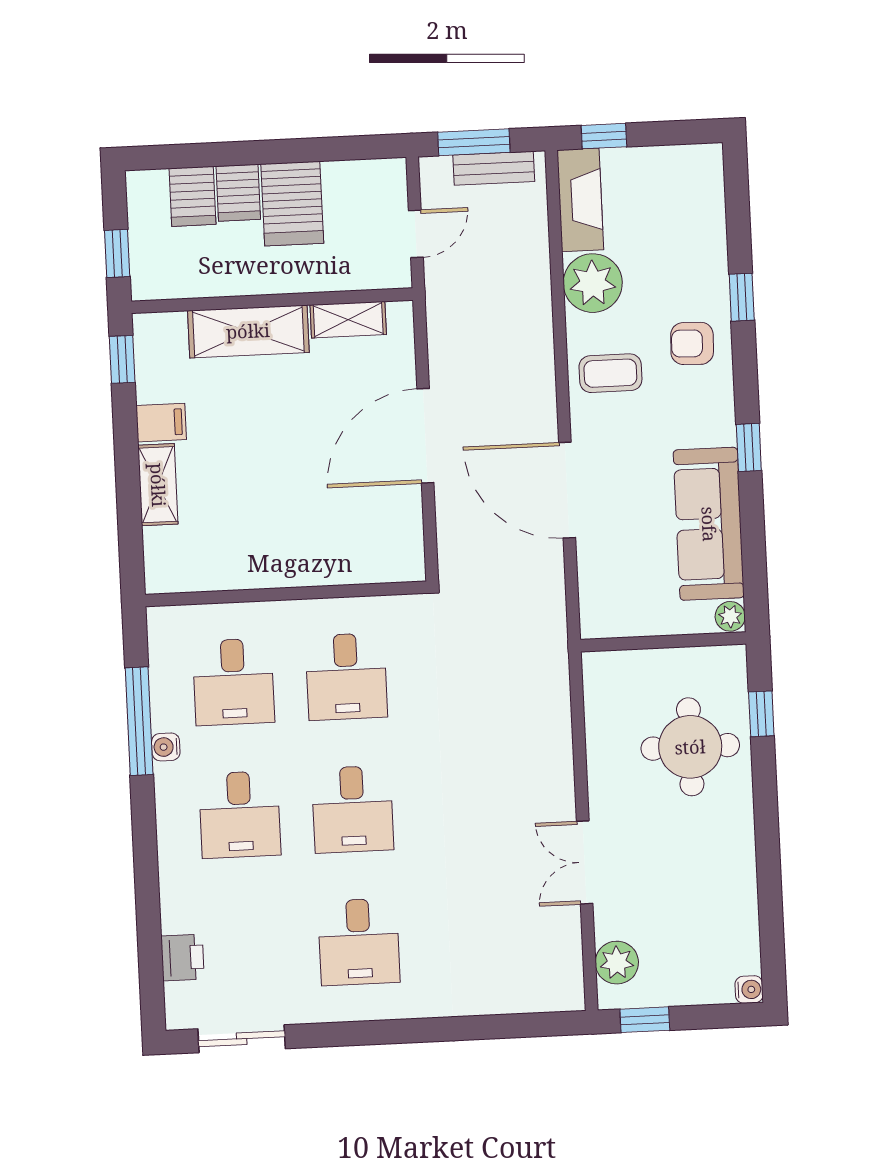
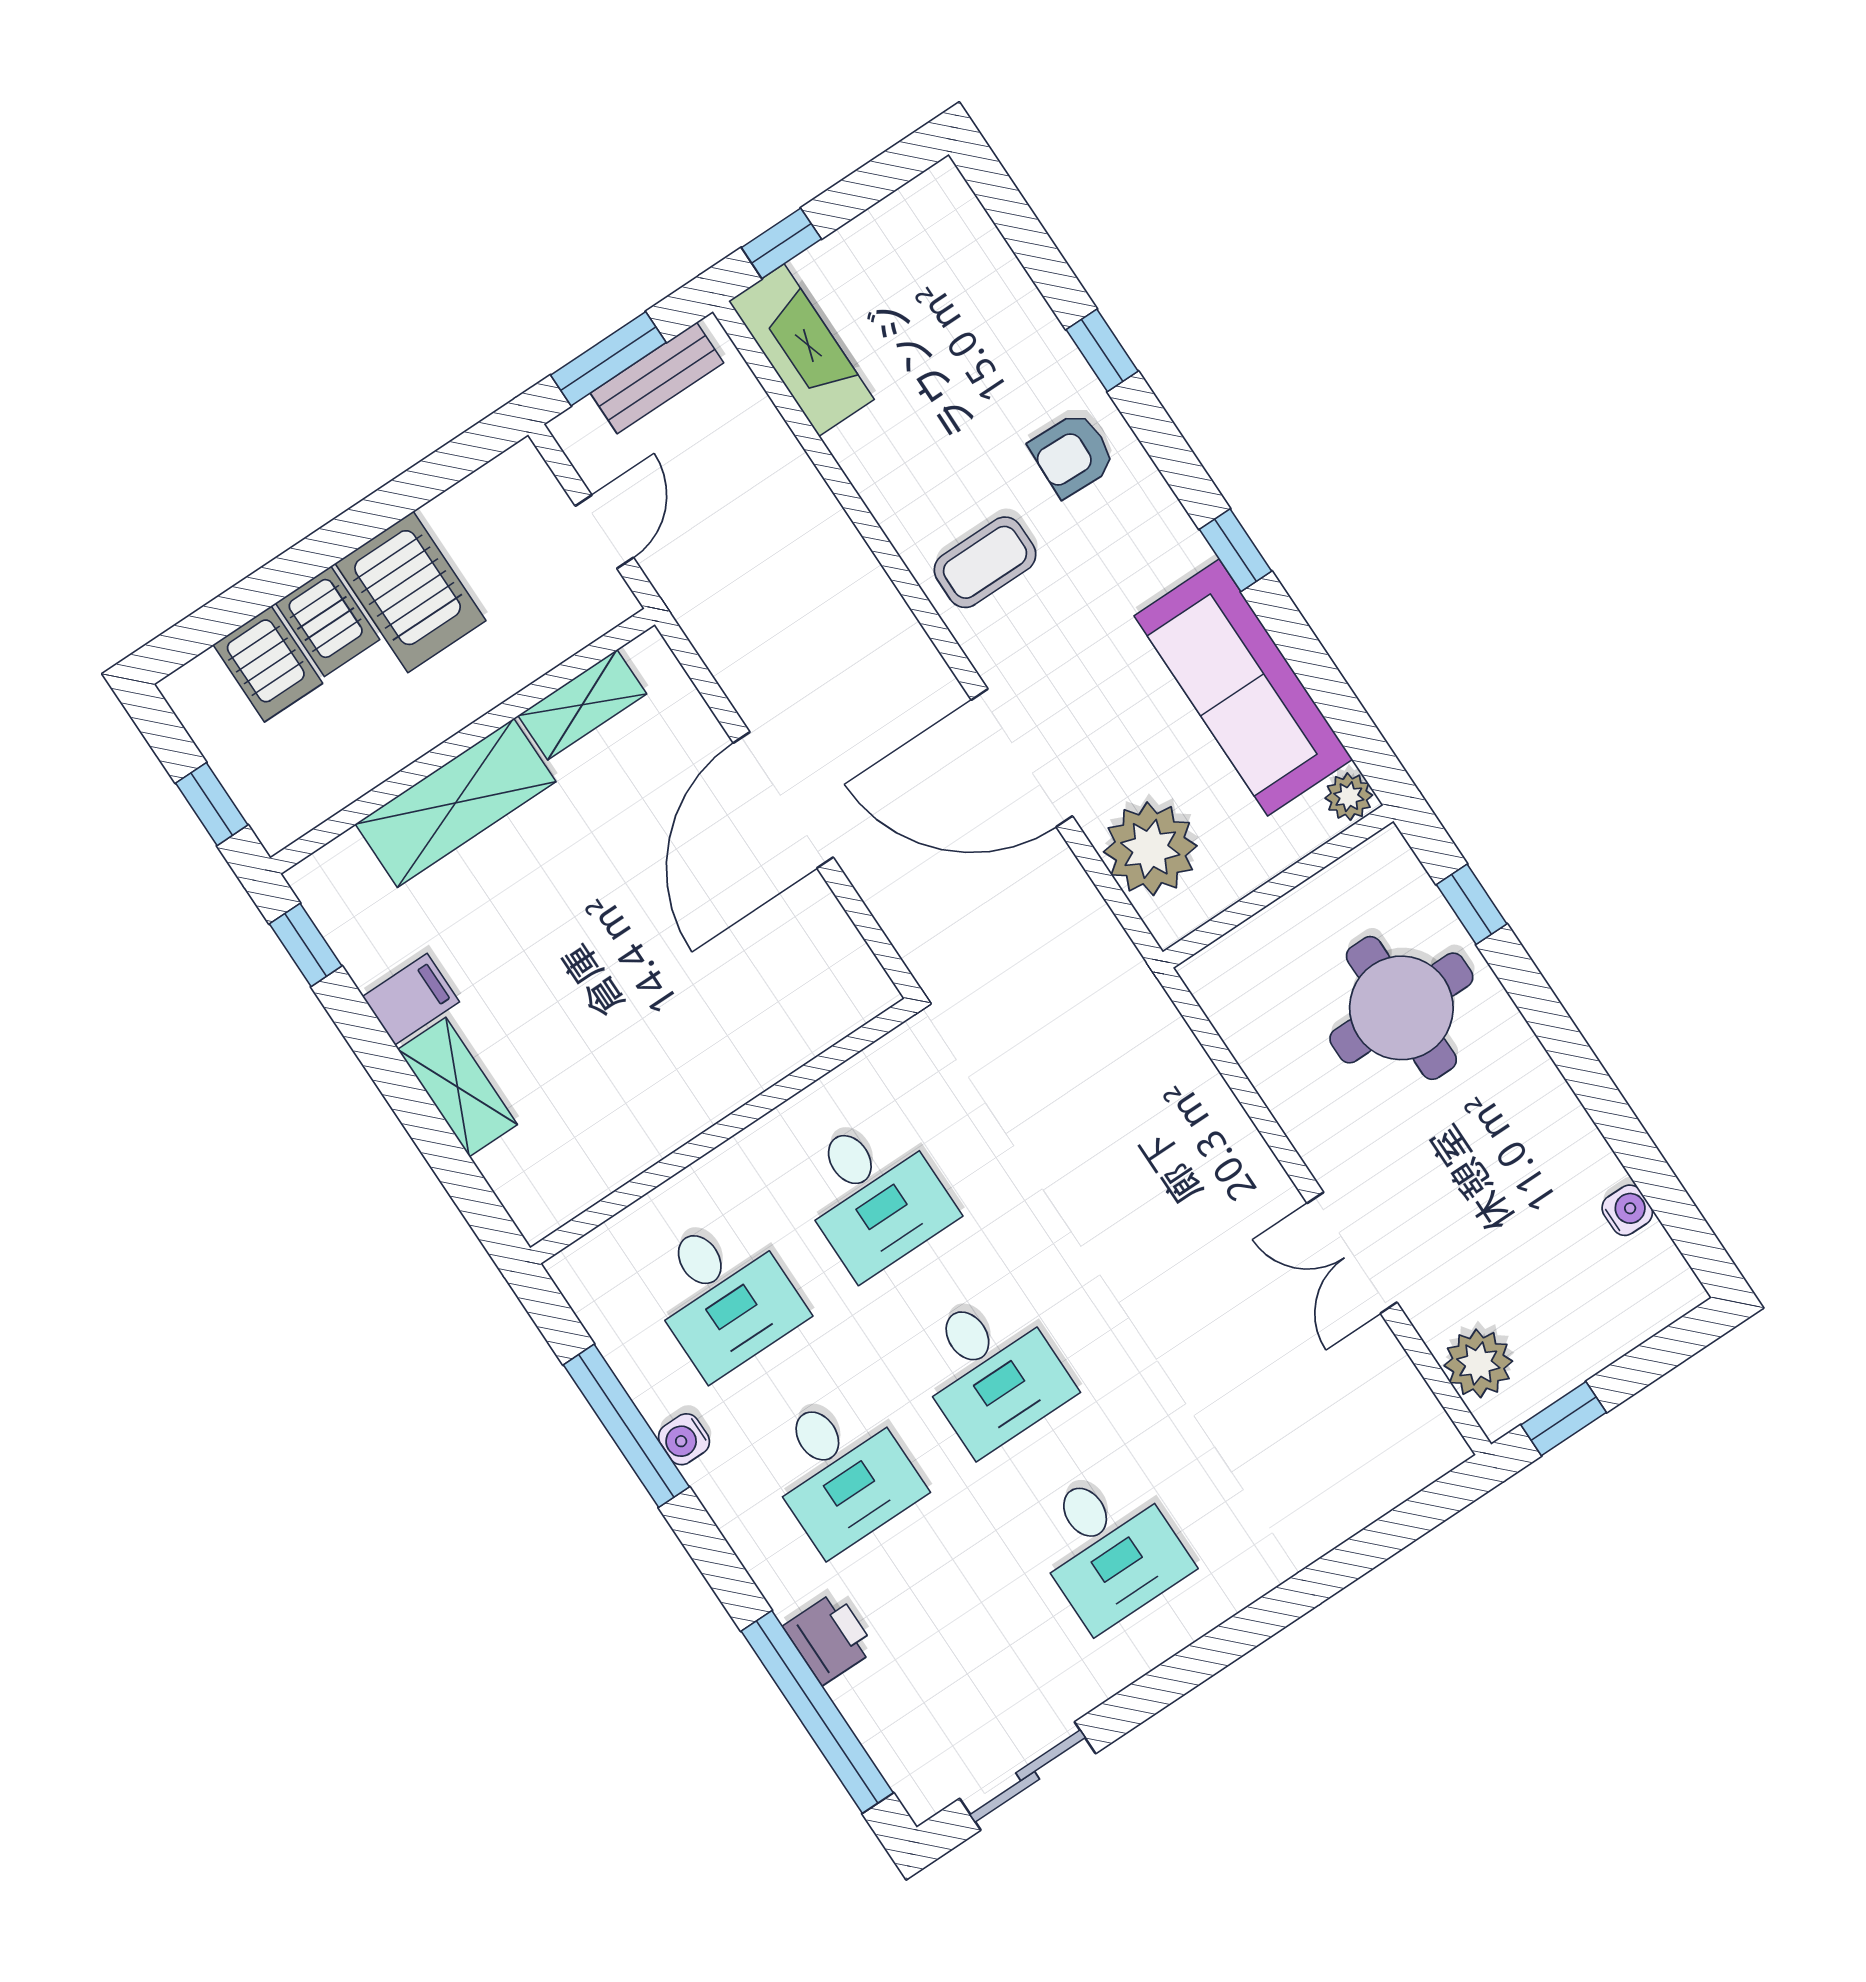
plant: (593, 283) -> (1150, 849), moved
window: (149, 936) -> (817, 1712), added
printer: (183, 958) -> (830, 1638), moved
water cooler: (749, 990) -> (1627, 1210), moved

